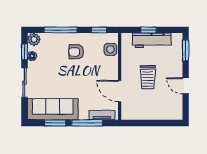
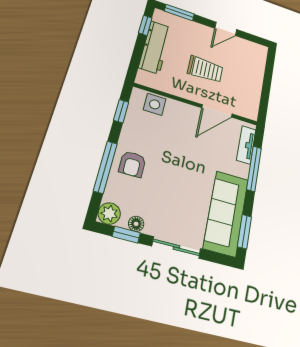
window: (149, 30) -> (145, 25), moved
armchair: (76, 52) -> (132, 164), moved
window: (55, 123) -> (244, 232), moved

